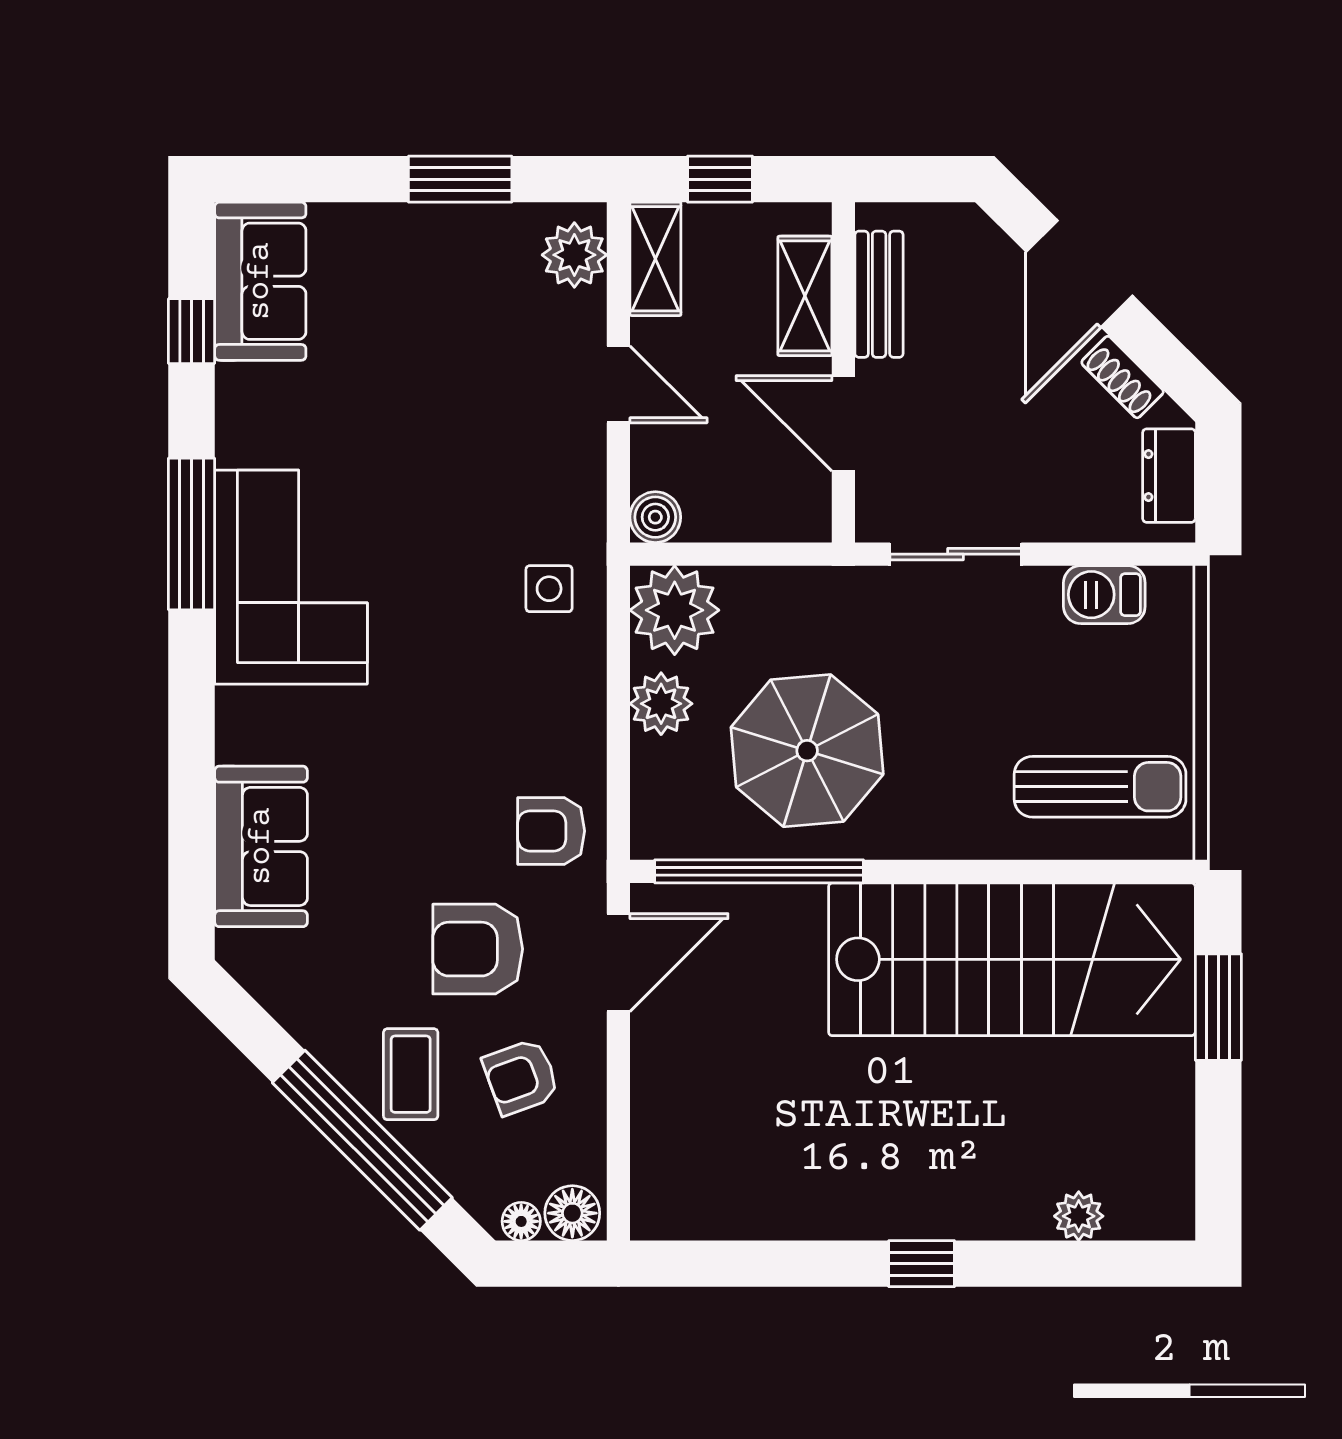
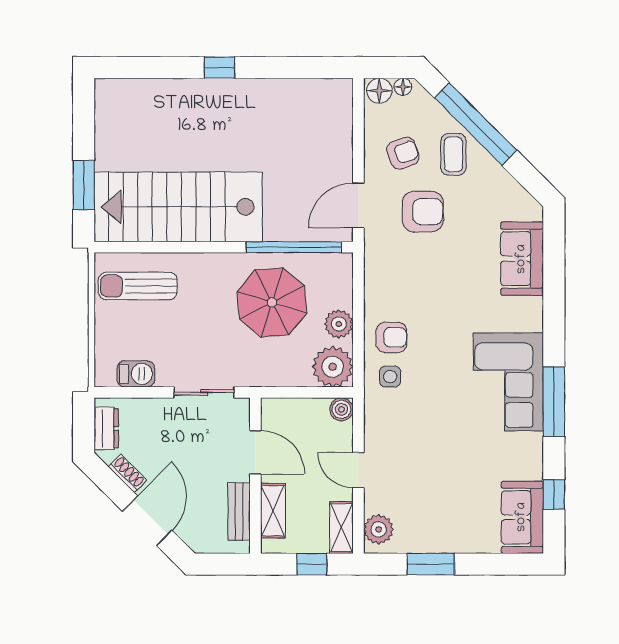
armchair: (551, 831) -> (391, 337), moved
plant: (1079, 1216) -> (148, 89), removed

